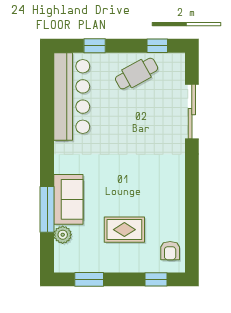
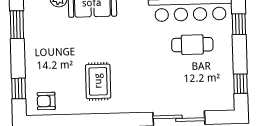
cafe table: (137, 74) -> (192, 45), moved, turned -61
rug: (124, 230) -> (98, 81), moved

